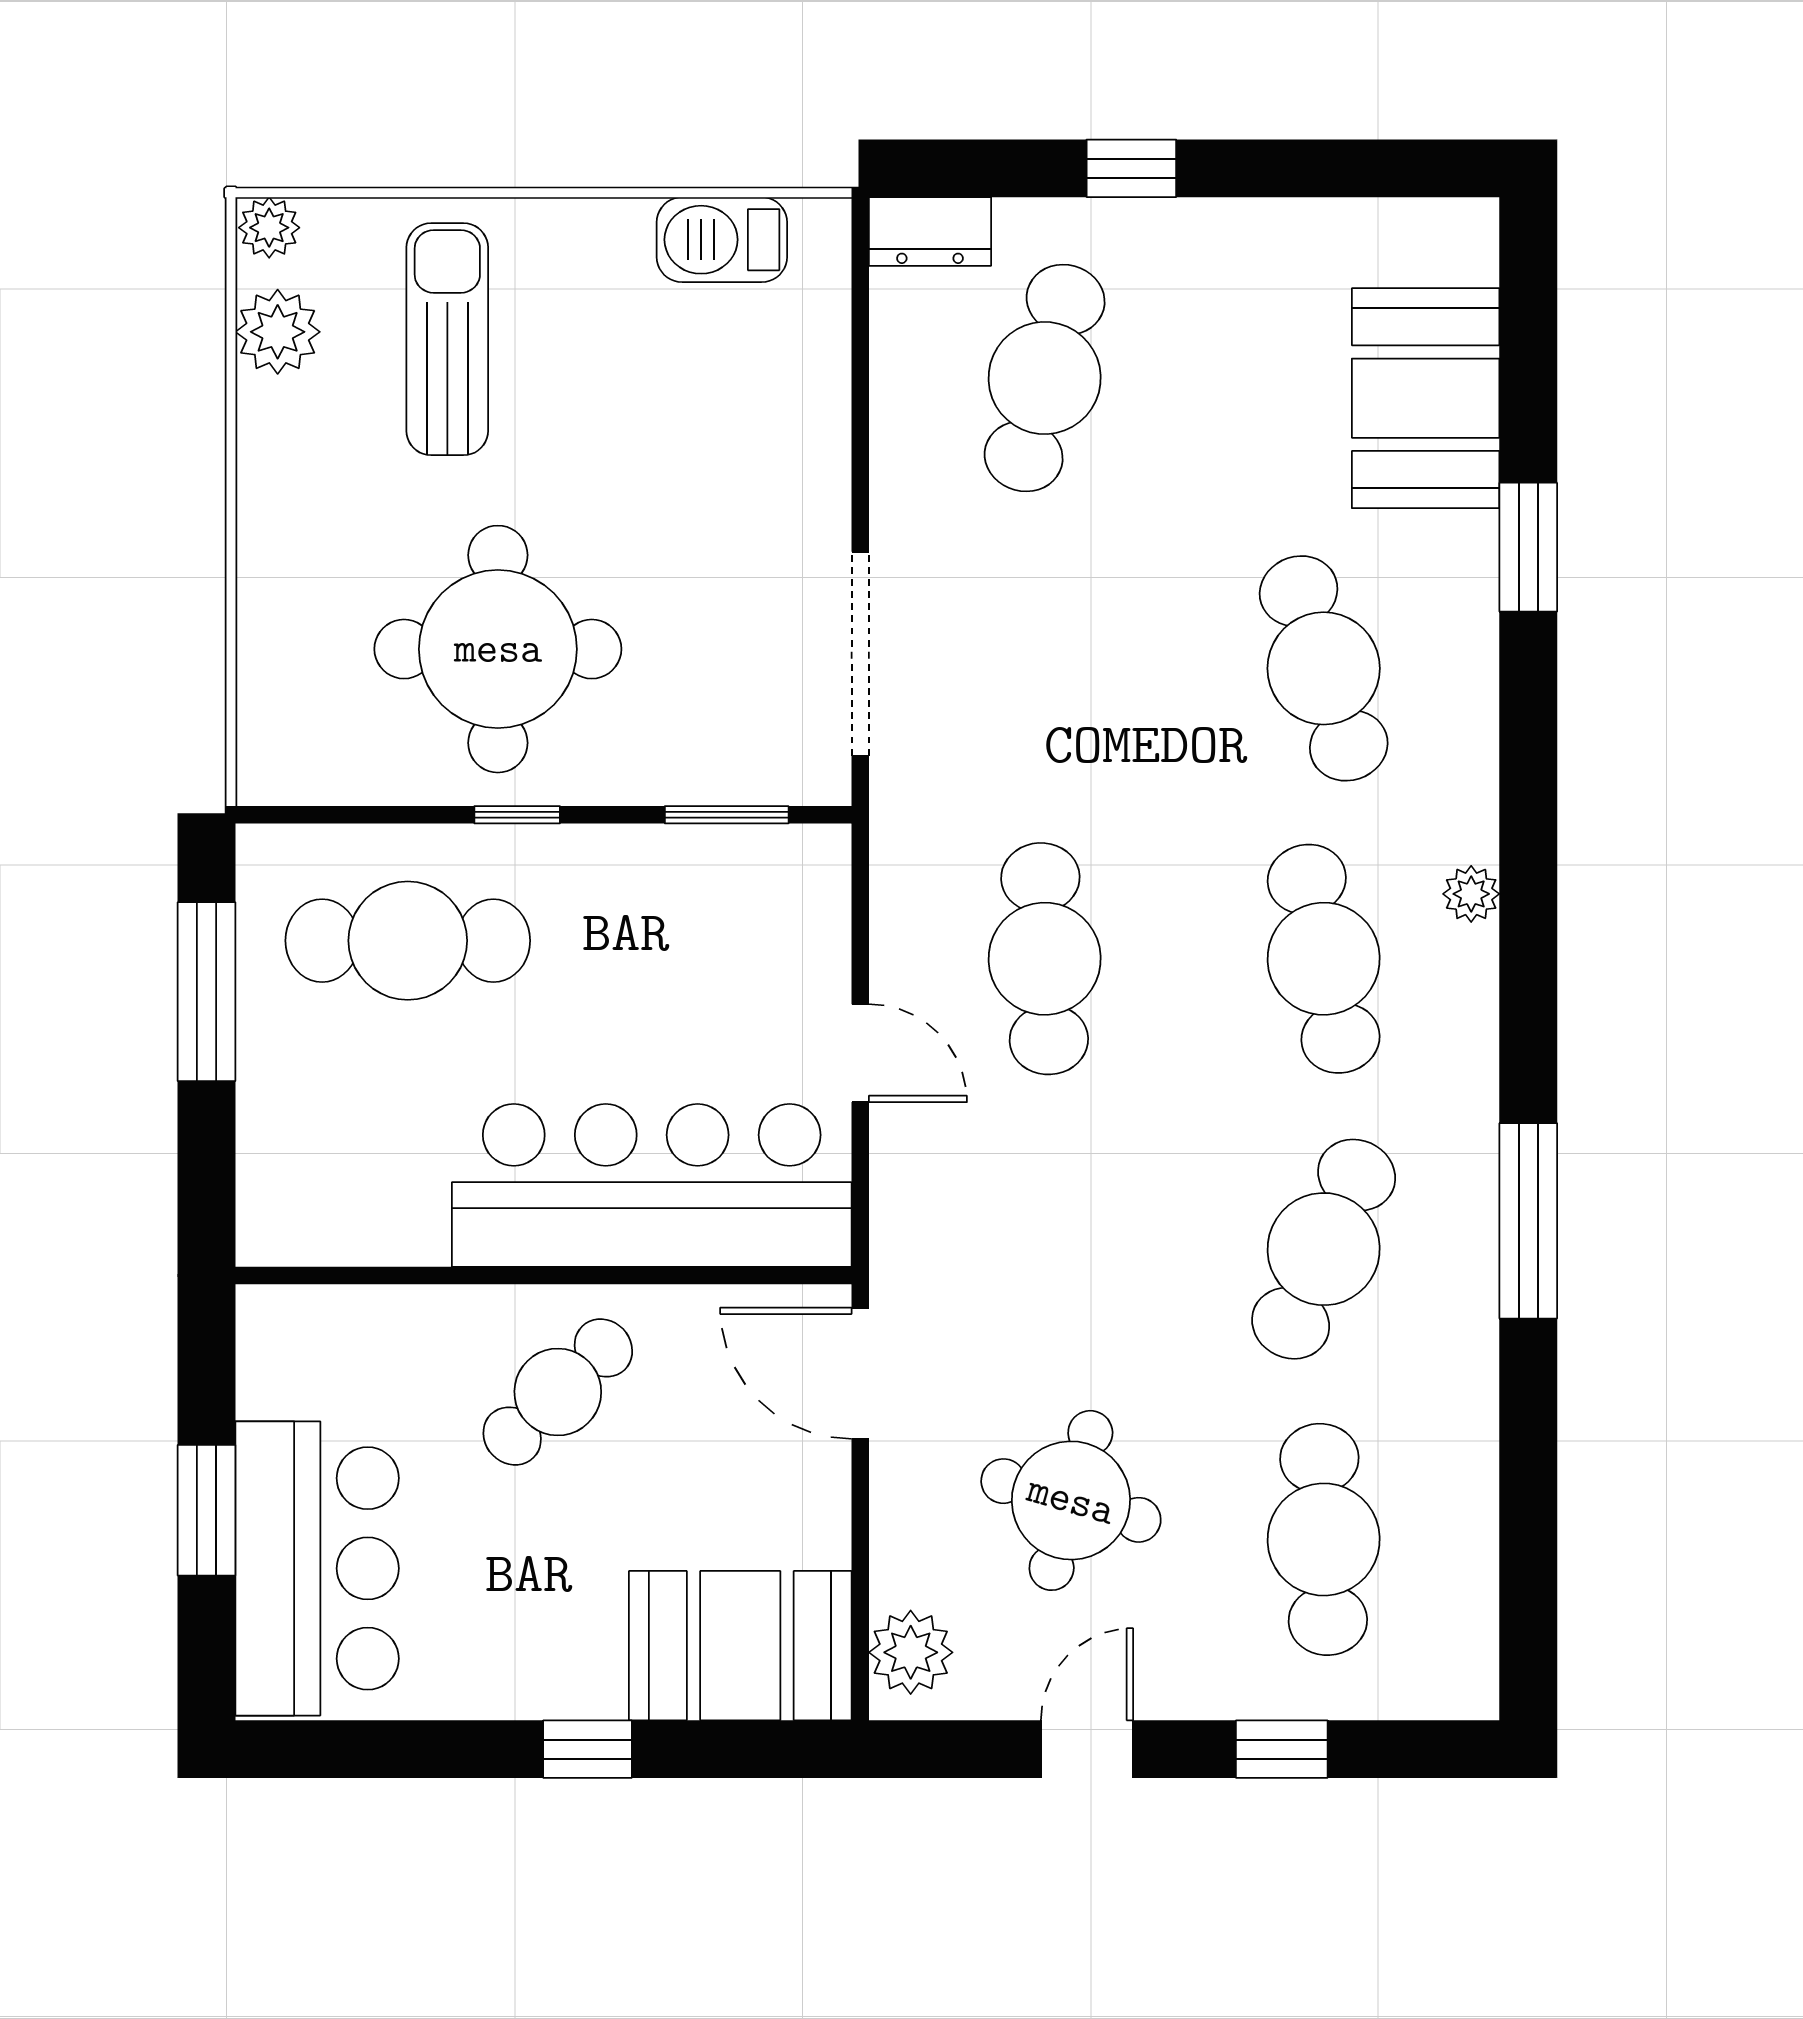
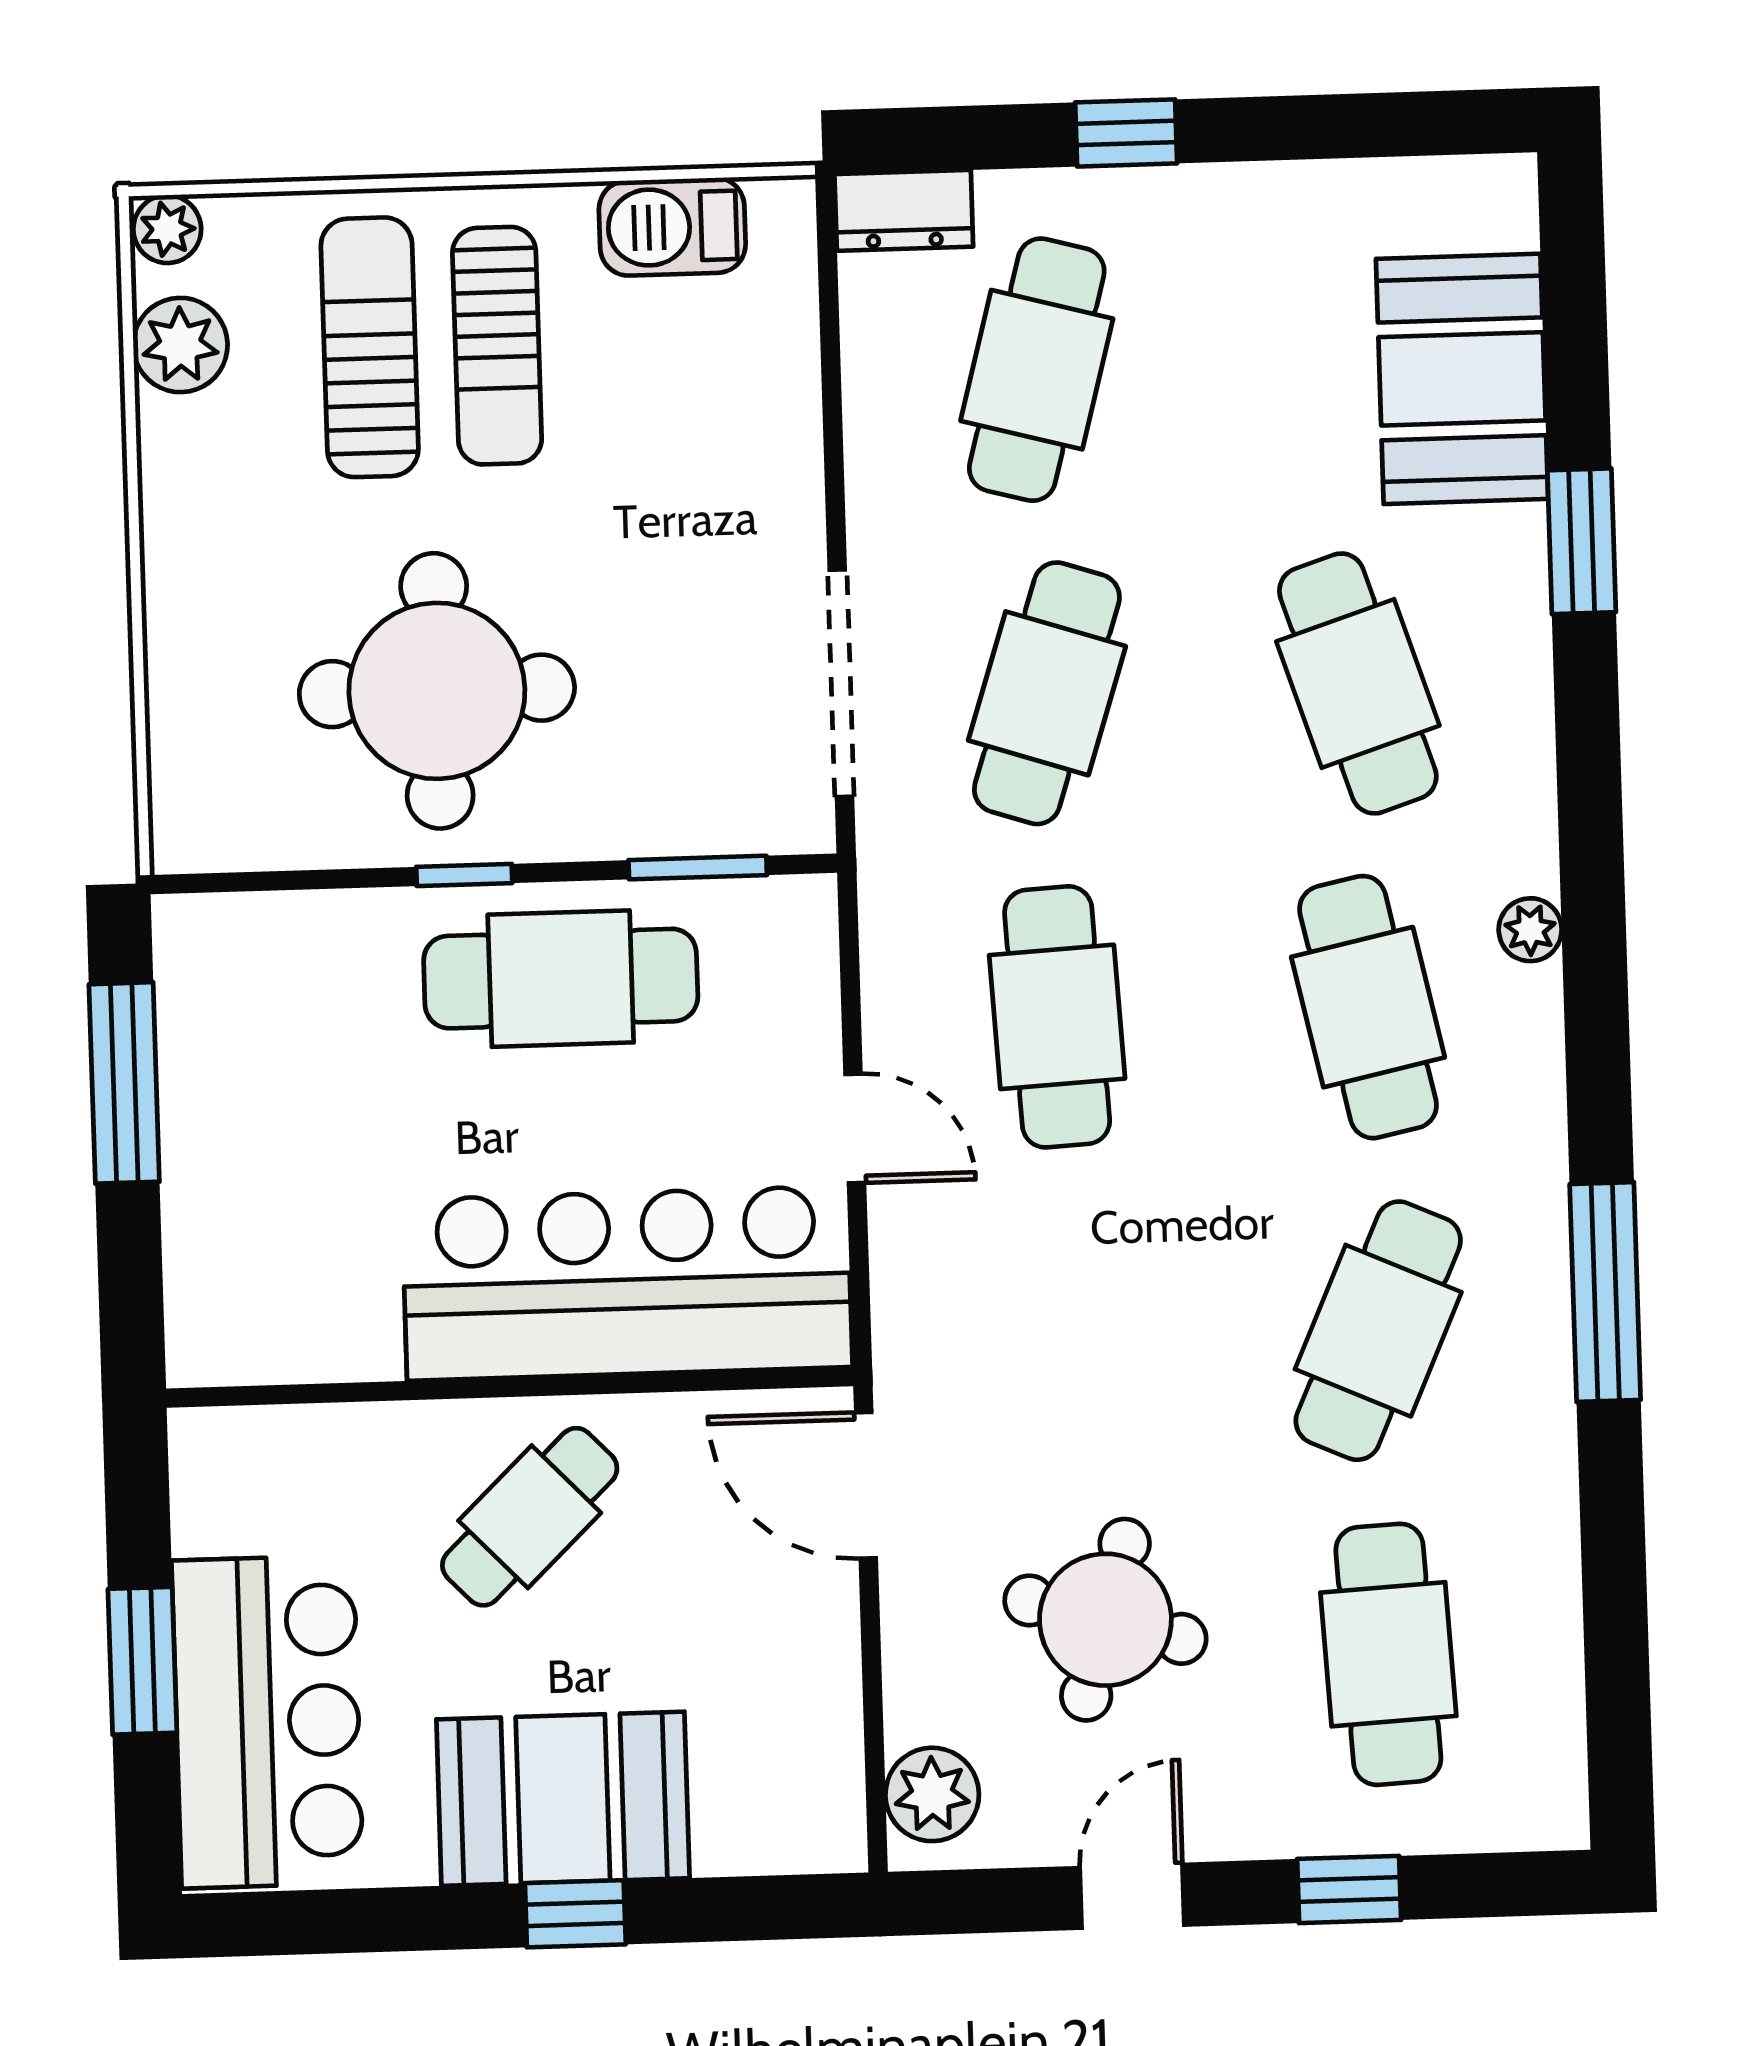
sun lounger: (562, 341) -> (497, 346), added
cafe table: (1045, 668) -> (1047, 693), added
cafe table: (408, 941) -> (561, 979), moved
booth: (740, 1646) -> (563, 1799), moved

